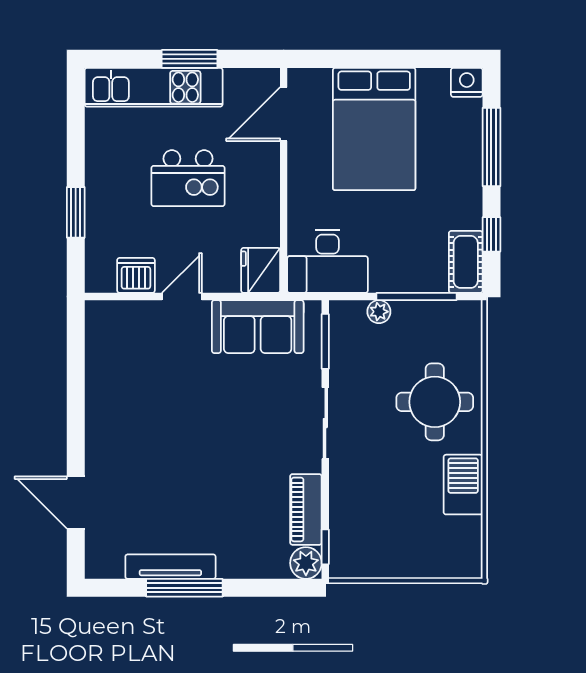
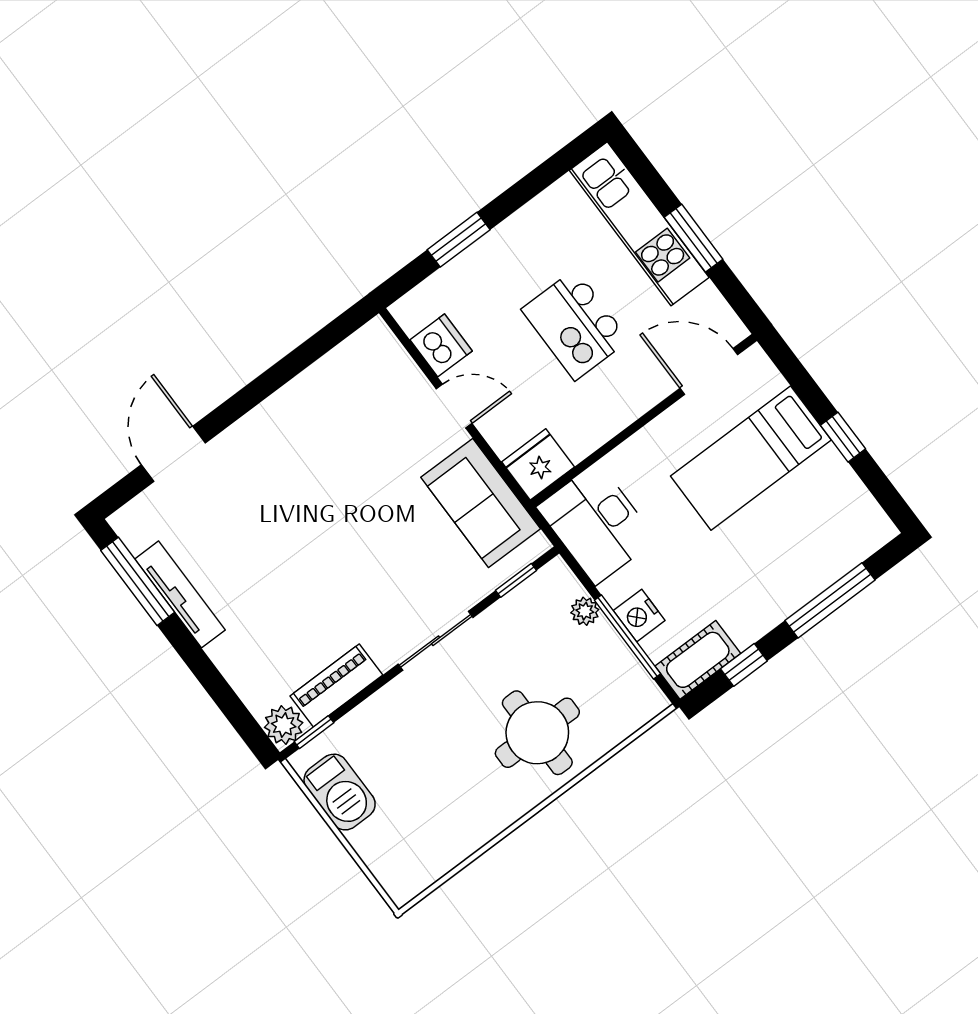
window: (392, 59) -> (843, 437), added
nightstand: (467, 82) -> (639, 616), moved, turned 180
bed: (374, 129) -> (751, 458), width x0.67
window: (325, 341) -> (516, 580), width x0.67
barbecue: (463, 485) -> (340, 792), moved, turned 90
window: (184, 588) -> (138, 581), moved

